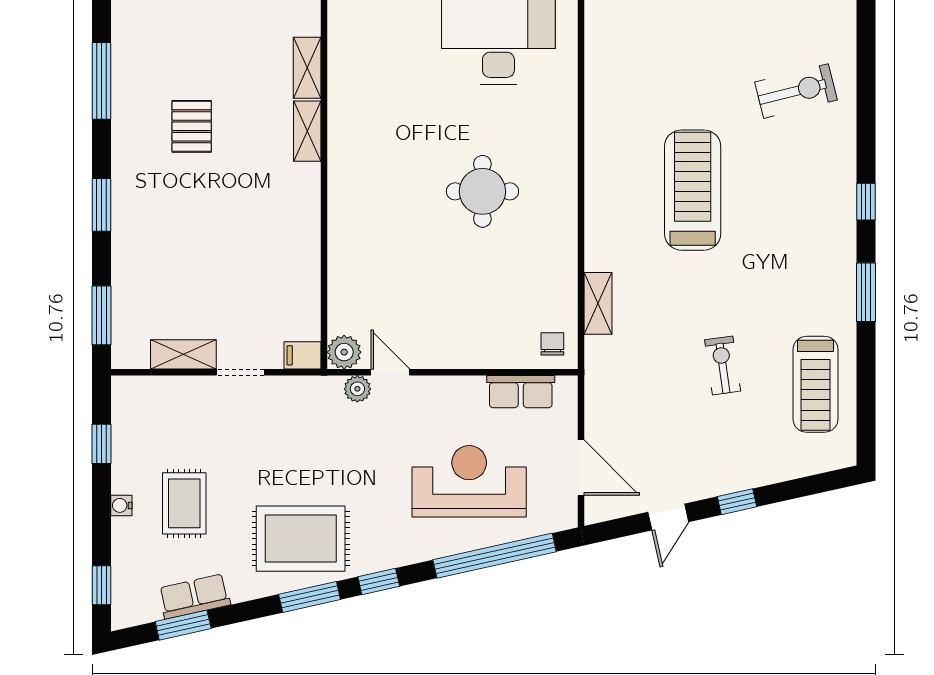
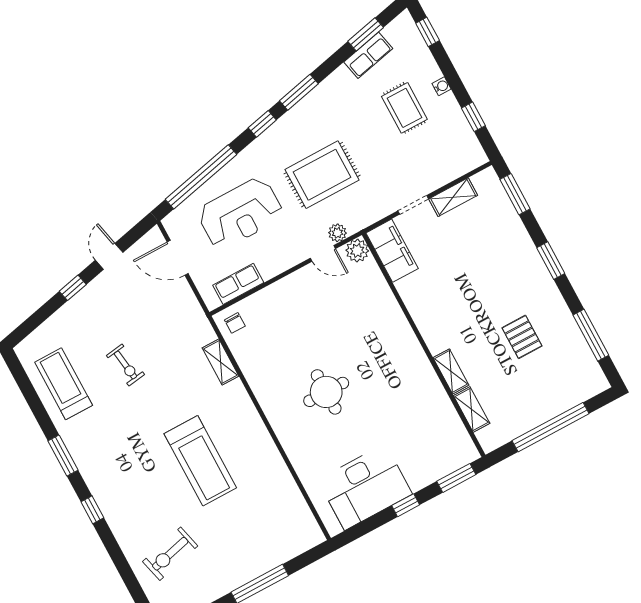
filing cabinet: (302, 355) -> (392, 251), width x3.00, depth x1.17
rug: (301, 539) -> (322, 175), moved

